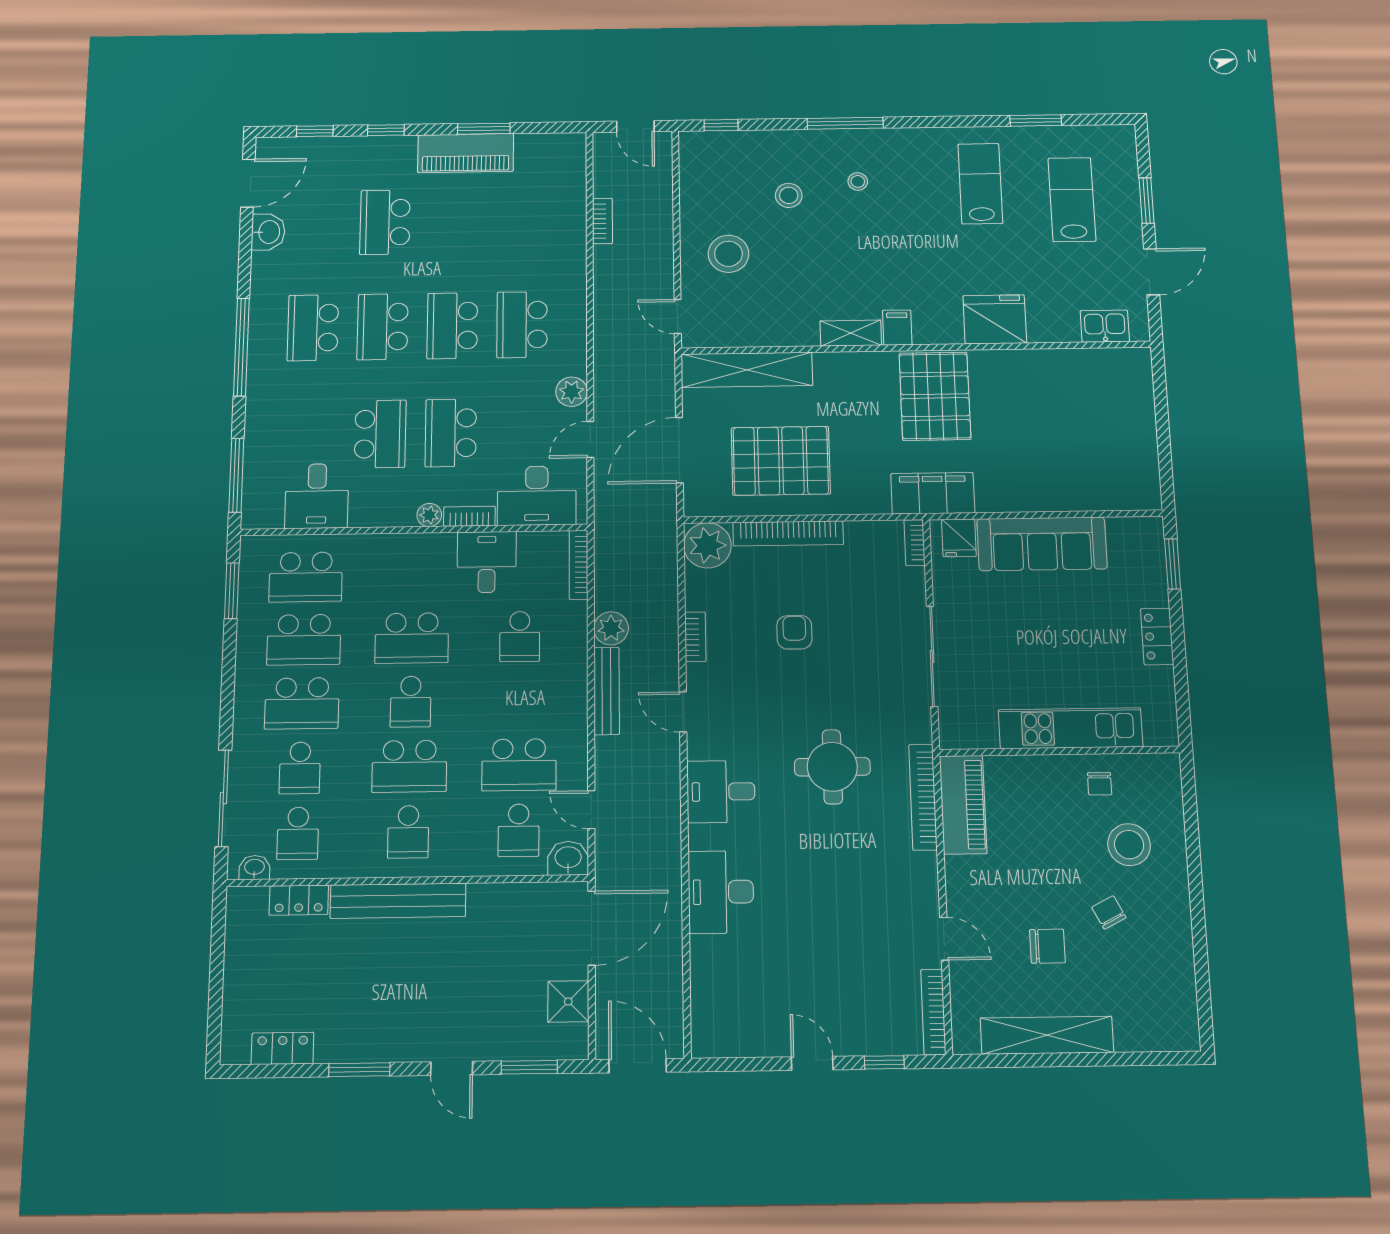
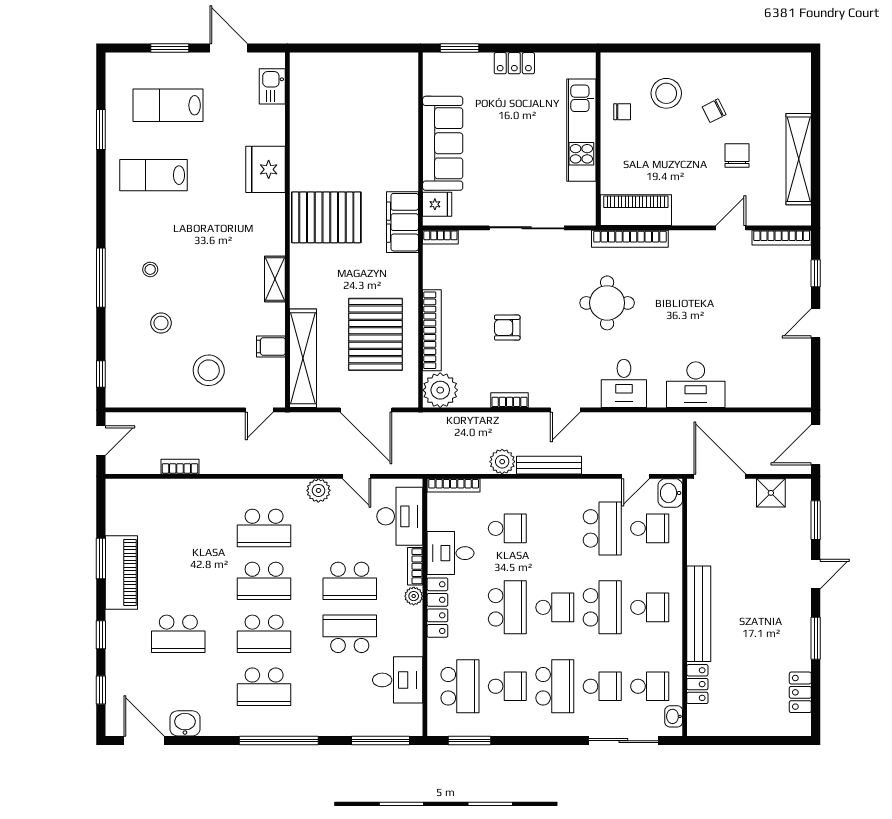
filing cabinet: (897, 328) -> (271, 346), moved
locker: (413, 546) -> (437, 608), added
school desk: (304, 640) -> (507, 686), width x0.54

